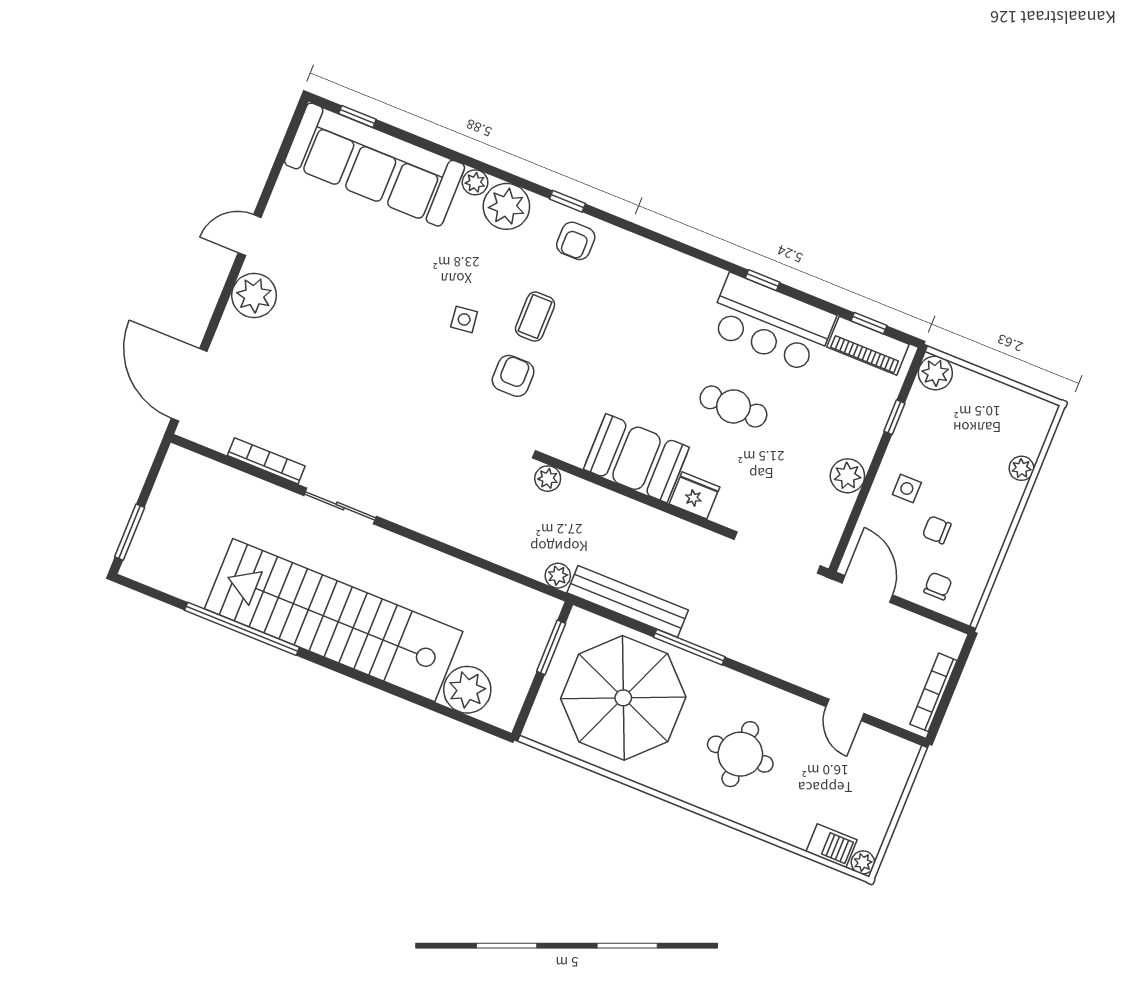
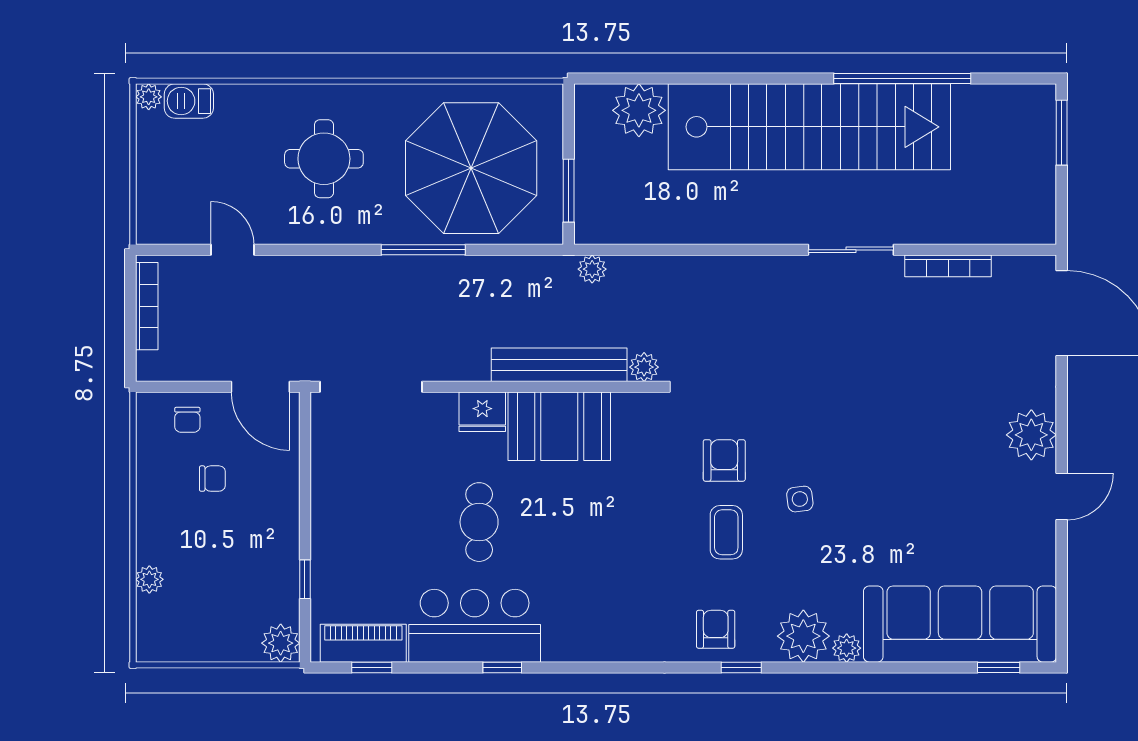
armchair: (513, 376) -> (724, 460), turned 180
cafe table: (733, 406) -> (479, 522), turned 90
plant: (847, 476) -> (329, 497), removed
side table: (907, 489) -> (262, 509), removed
bench: (628, 601) -> (559, 365), moved

